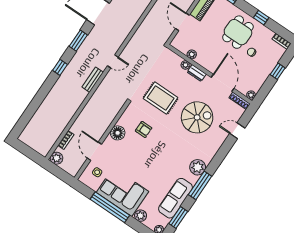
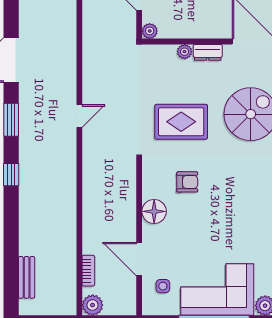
plant: (192, 54) -> (150, 31), moved
bench: (93, 80) -> (27, 277), moved

